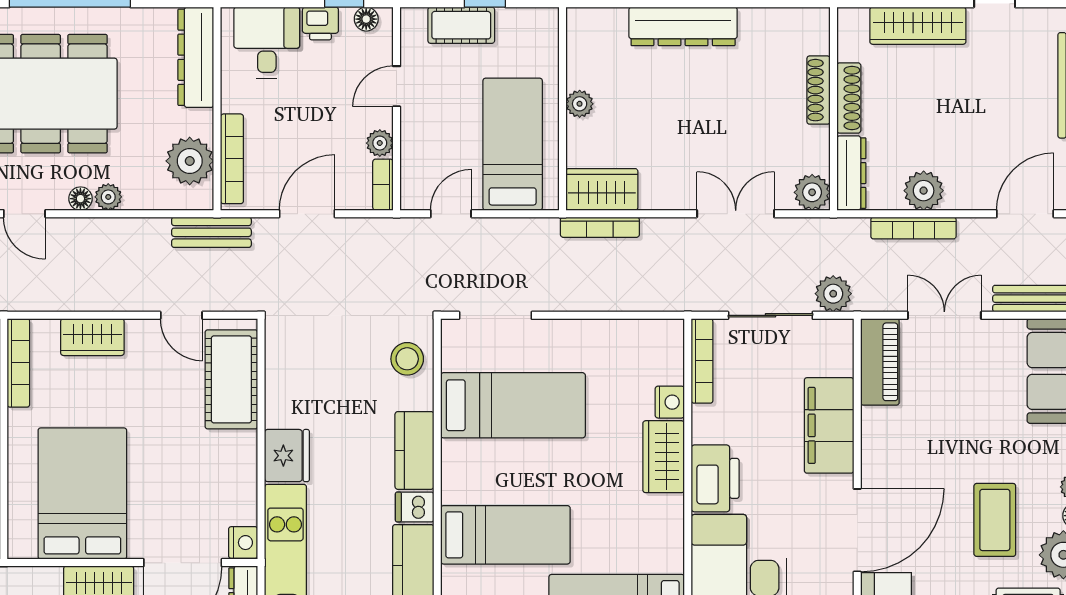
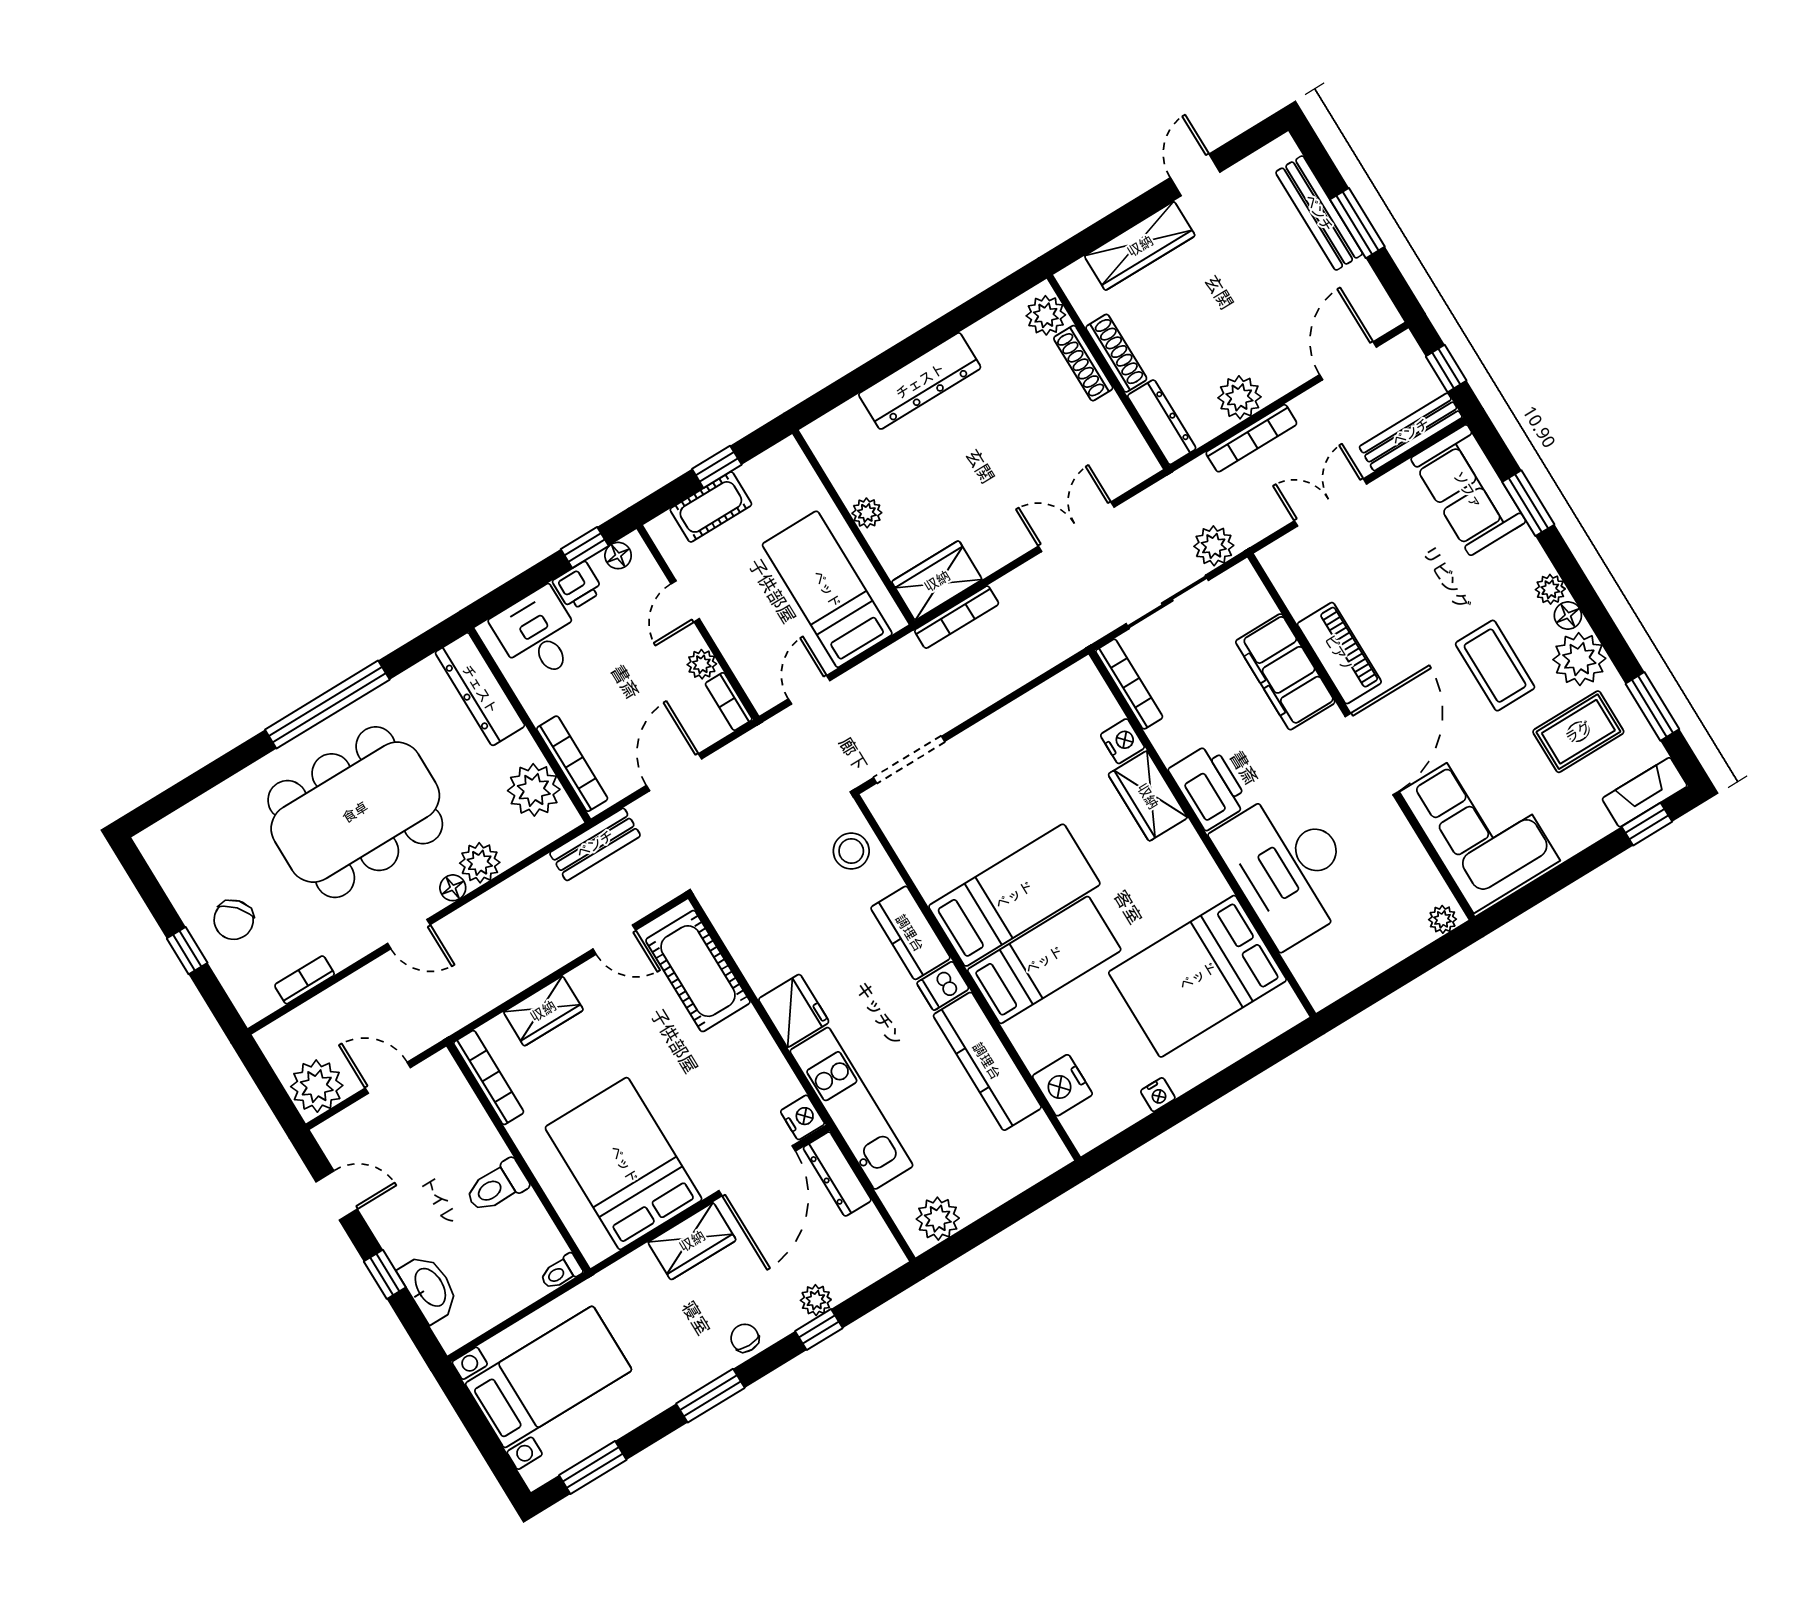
plant: (812, 192) -> (1046, 315), moved
plant: (108, 197) -> (480, 863), width x1.38, depth x1.38
piano: (880, 362) -> (1339, 653), moved
bed: (513, 405) -> (1014, 895), moved

